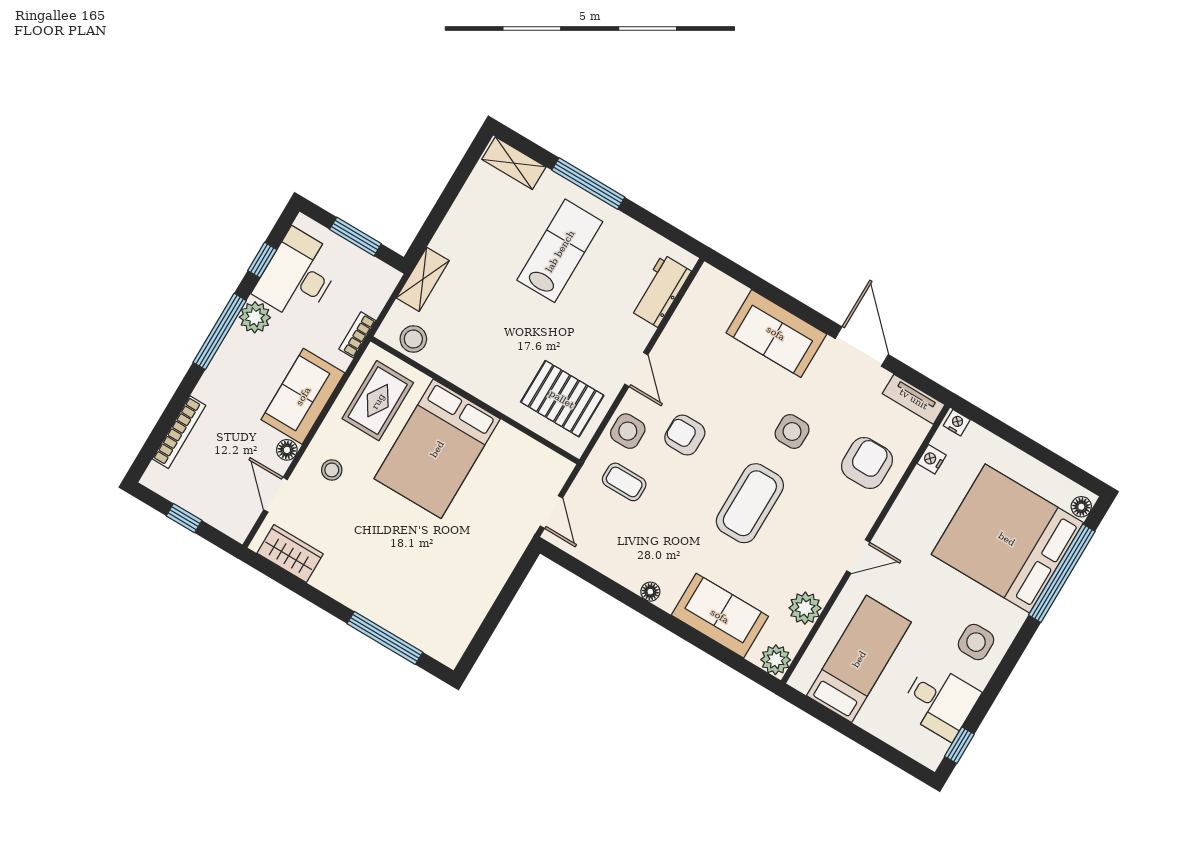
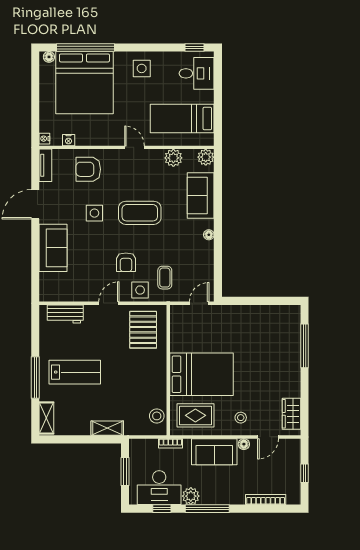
lab bench: (560, 251) -> (75, 372), turned 180
shelving: (423, 279) -> (107, 428), moved
desk: (940, 701) -> (197, 73), moved, turned 90

